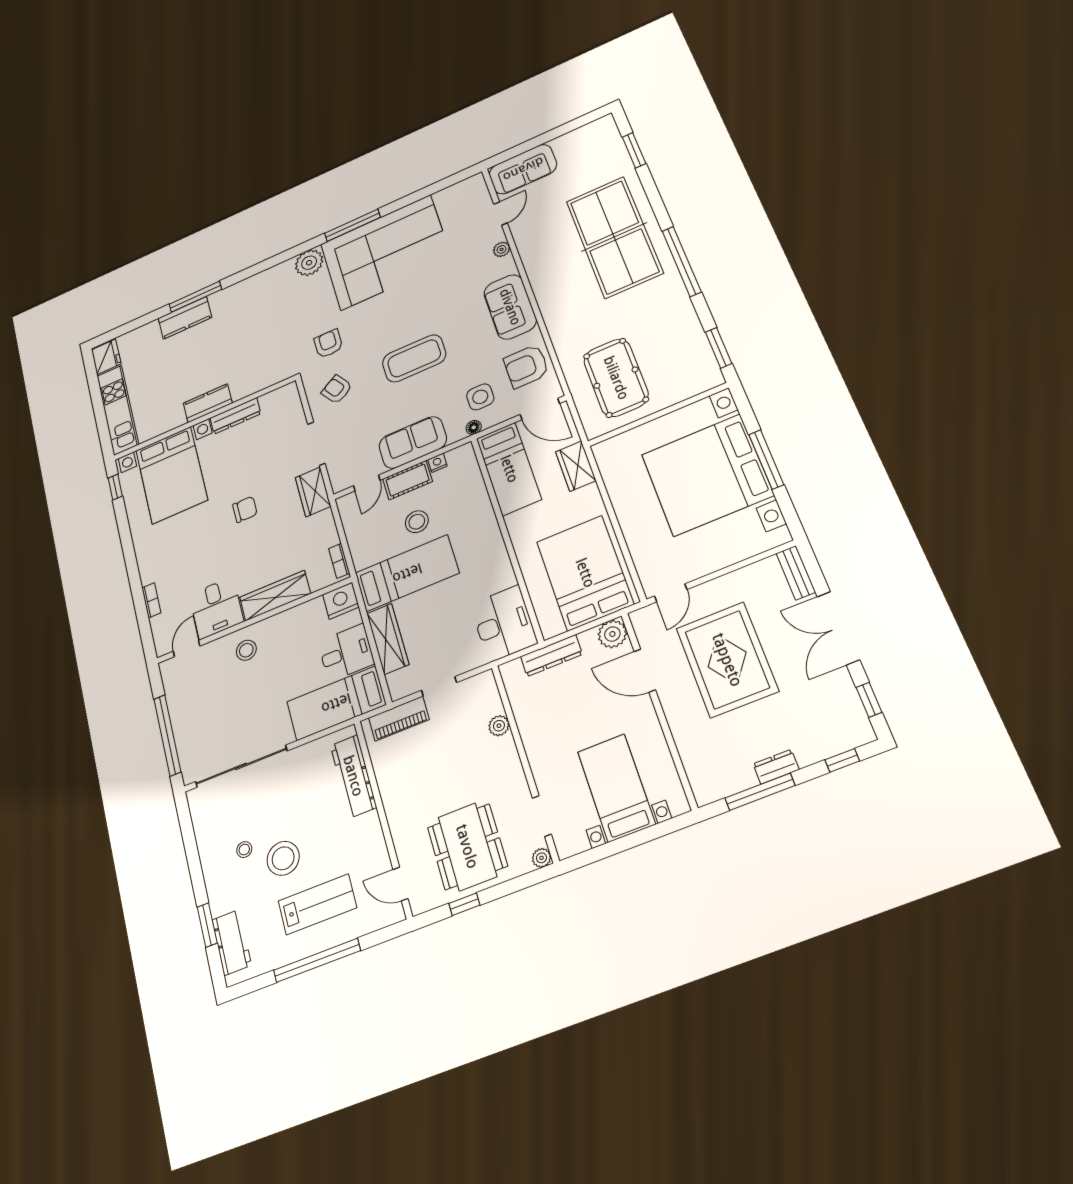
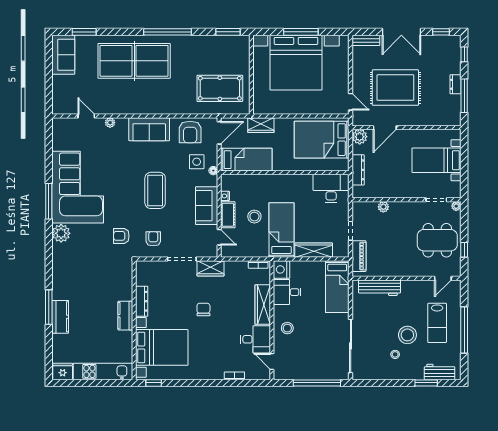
sofa: (523, 169) -> (63, 55), moved
armchair: (337, 389) -> (153, 239), turned 123
desk: (346, 653) -> (287, 292), moved, turned -90
lab bench: (317, 904) -> (437, 323), turned 180

